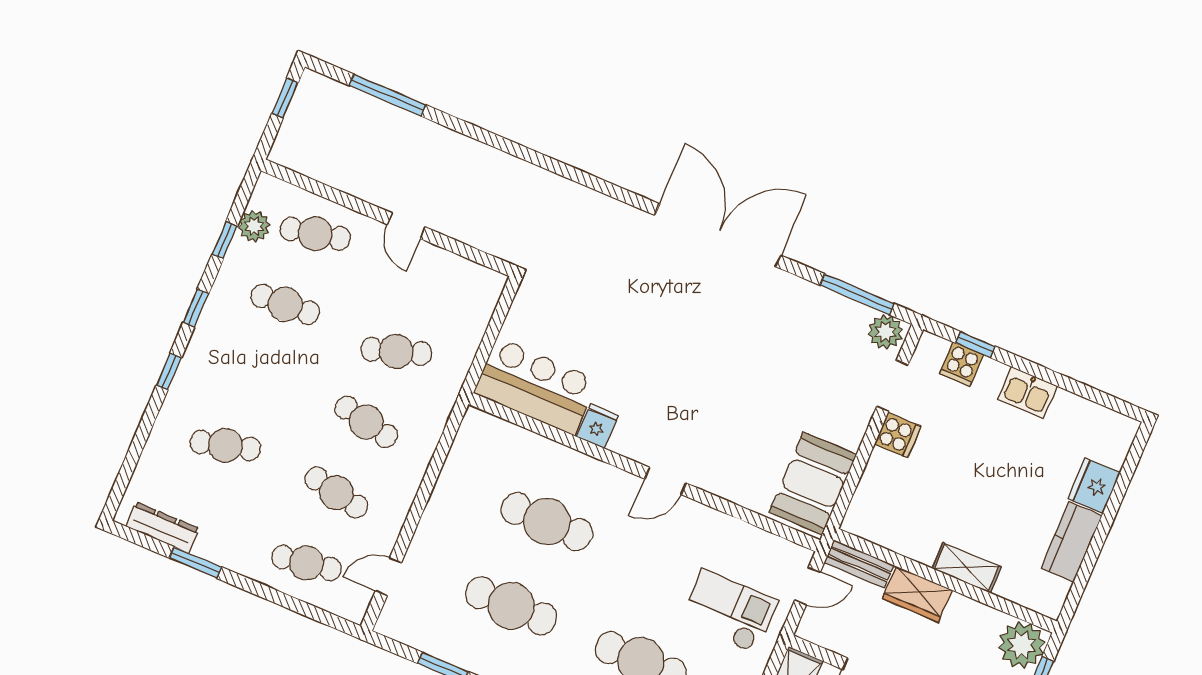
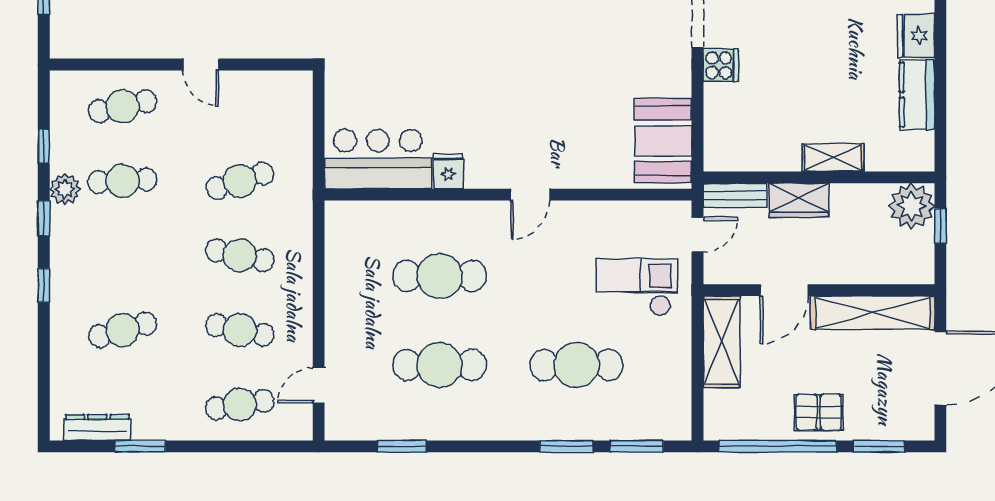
plant: (254, 226) -> (65, 189), moved

